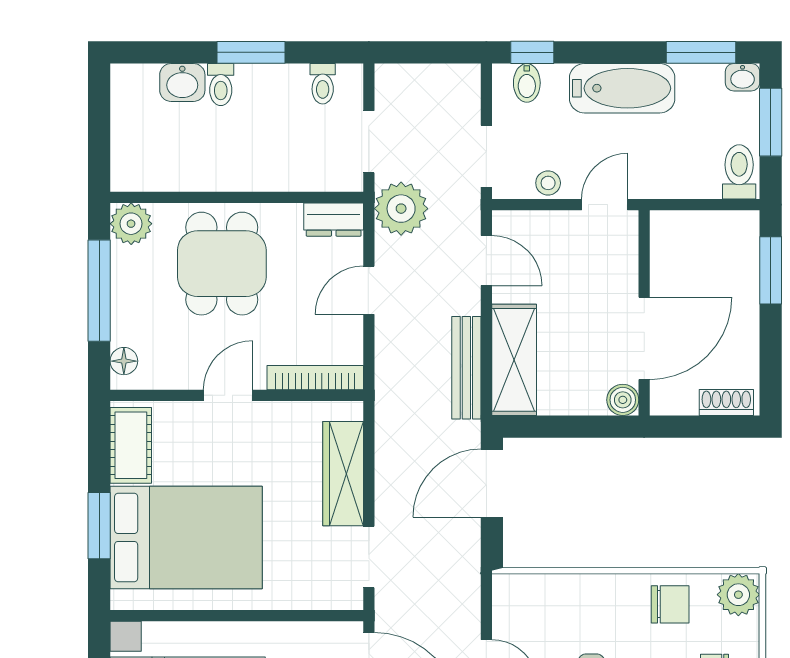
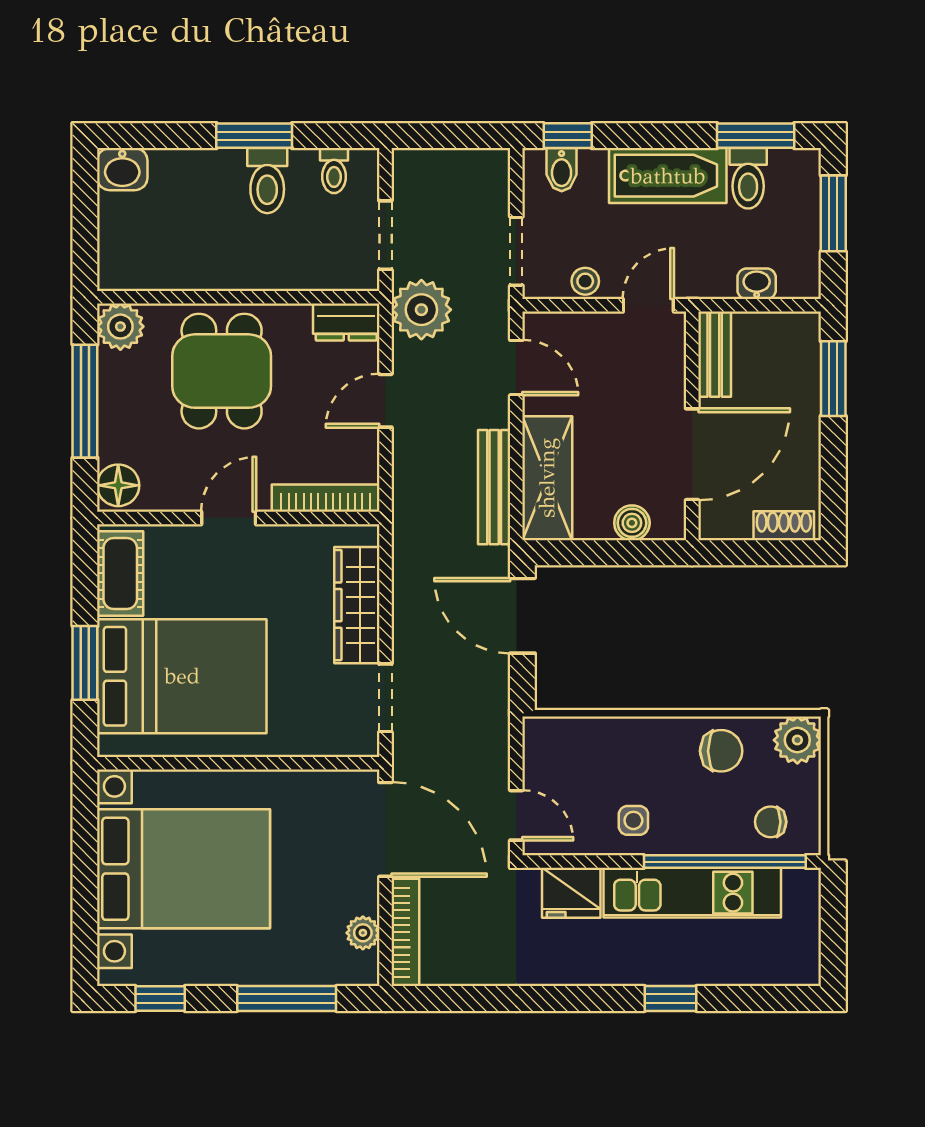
washbasin: (743, 77) -> (757, 284), moved, turned 180
washbasin: (182, 82) -> (122, 169), moved
toilet: (221, 85) -> (267, 181), moved, width x1.37, depth x1.39
toilet: (739, 172) -> (748, 178), moved, turned 180
bench: (664, 248) -> (715, 354), added
floor lamp: (124, 361) -> (118, 485), width x1.37, depth x1.37
boiler: (623, 400) -> (632, 523), moved
door: (492, 483) -> (522, 616), hinge flipped

